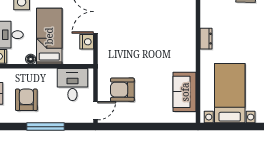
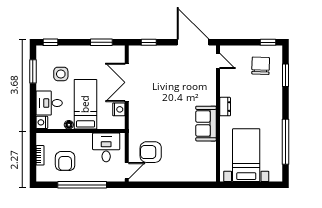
sofa: (185, 92) -> (206, 124), moved
armchair: (26, 100) -> (65, 161), turned 180
window: (46, 127) -> (82, 185), width x1.46

